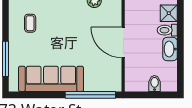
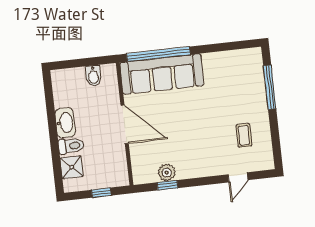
sofa: (51, 79) -> (162, 74), moved
bidet: (155, 84) -> (93, 76), moved

